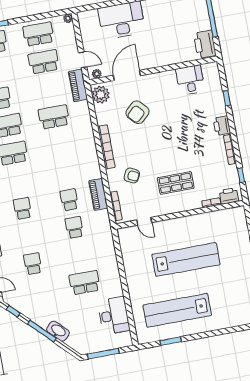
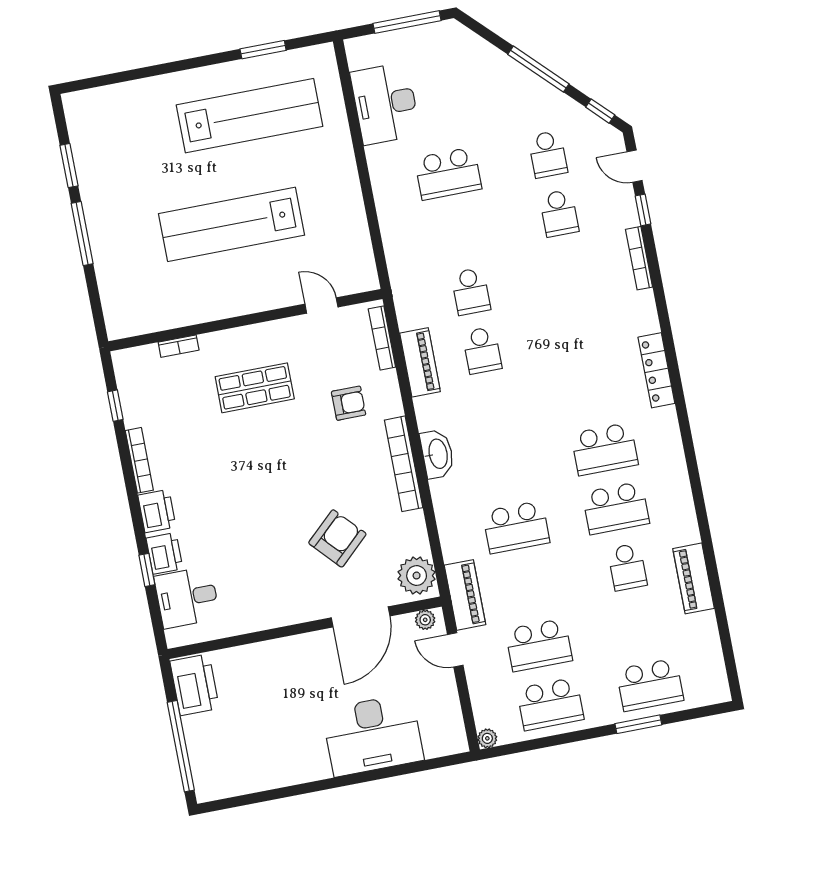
desk: (190, 80) -> (187, 597), moved, turned 90
armchair: (132, 175) -> (349, 403), turned 153
printer: (229, 196) -> (164, 553), moved, turned -90
school desk: (23, 208) -> (548, 154), moved
washbasin: (58, 331) -> (437, 454), moved, turned -135

